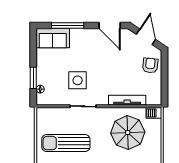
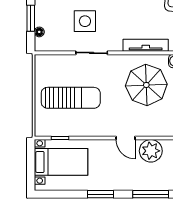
sun lounger: (66, 143) -> (71, 98), turned 180

